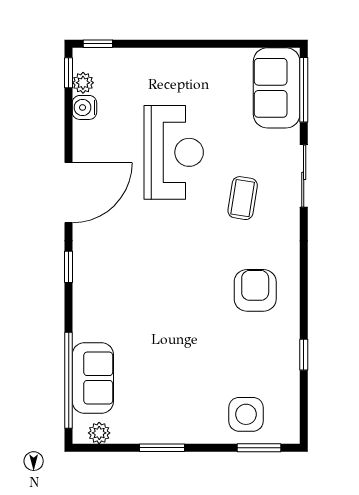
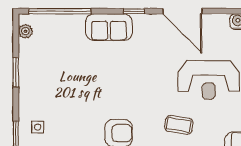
sofa: (93, 378) -> (109, 27), moved
side table: (246, 414) -> (38, 127), width x0.54, depth x0.54

